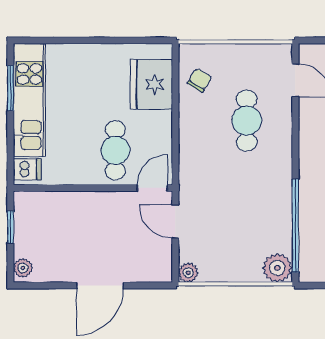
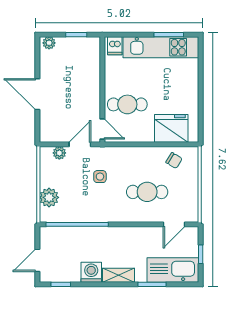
side table: (224, 191) -> (100, 177), added
plant: (277, 268) -> (49, 197), moved
plant: (188, 273) -> (59, 153), moved

